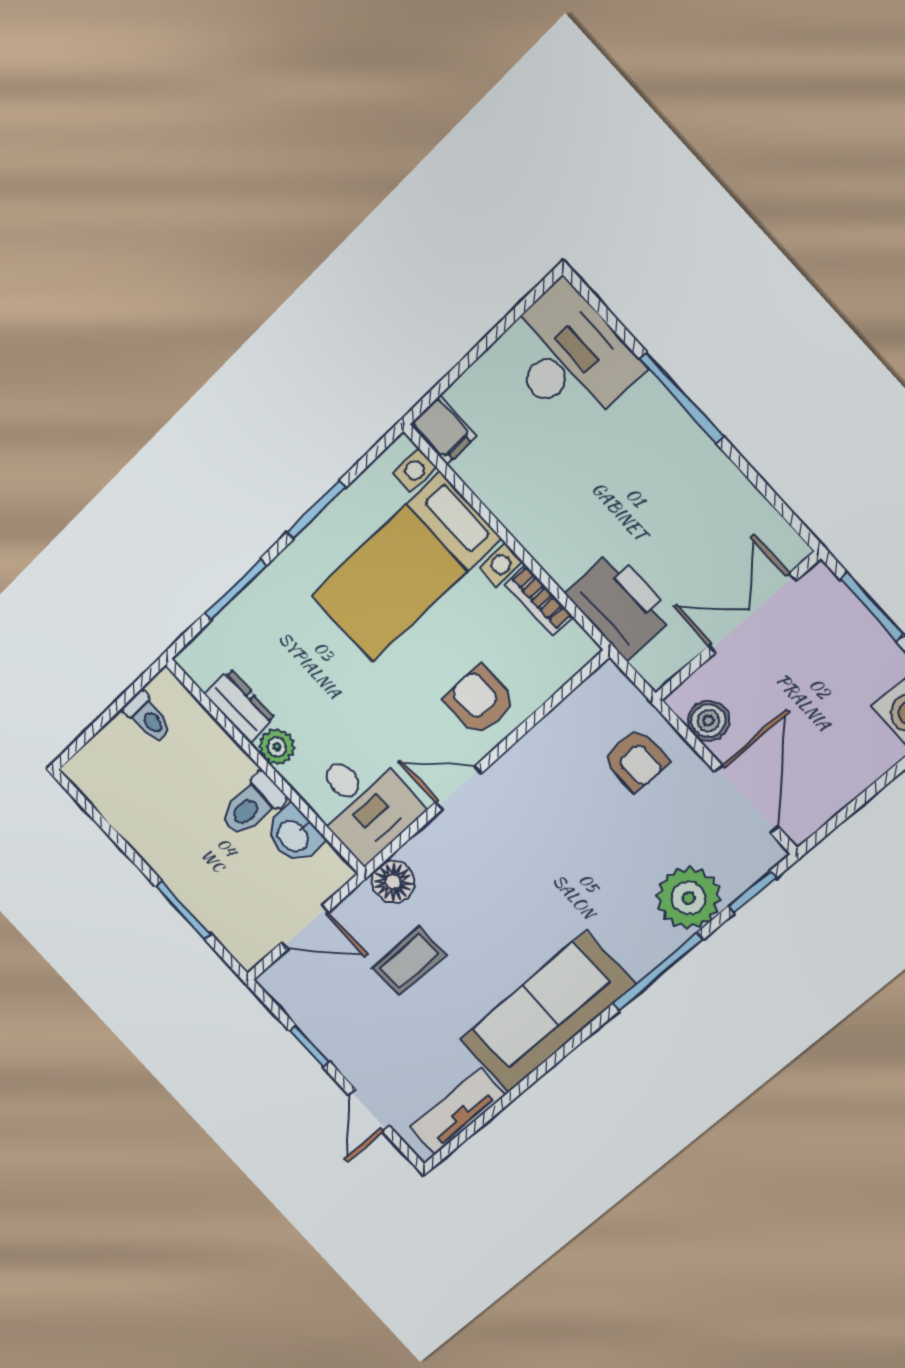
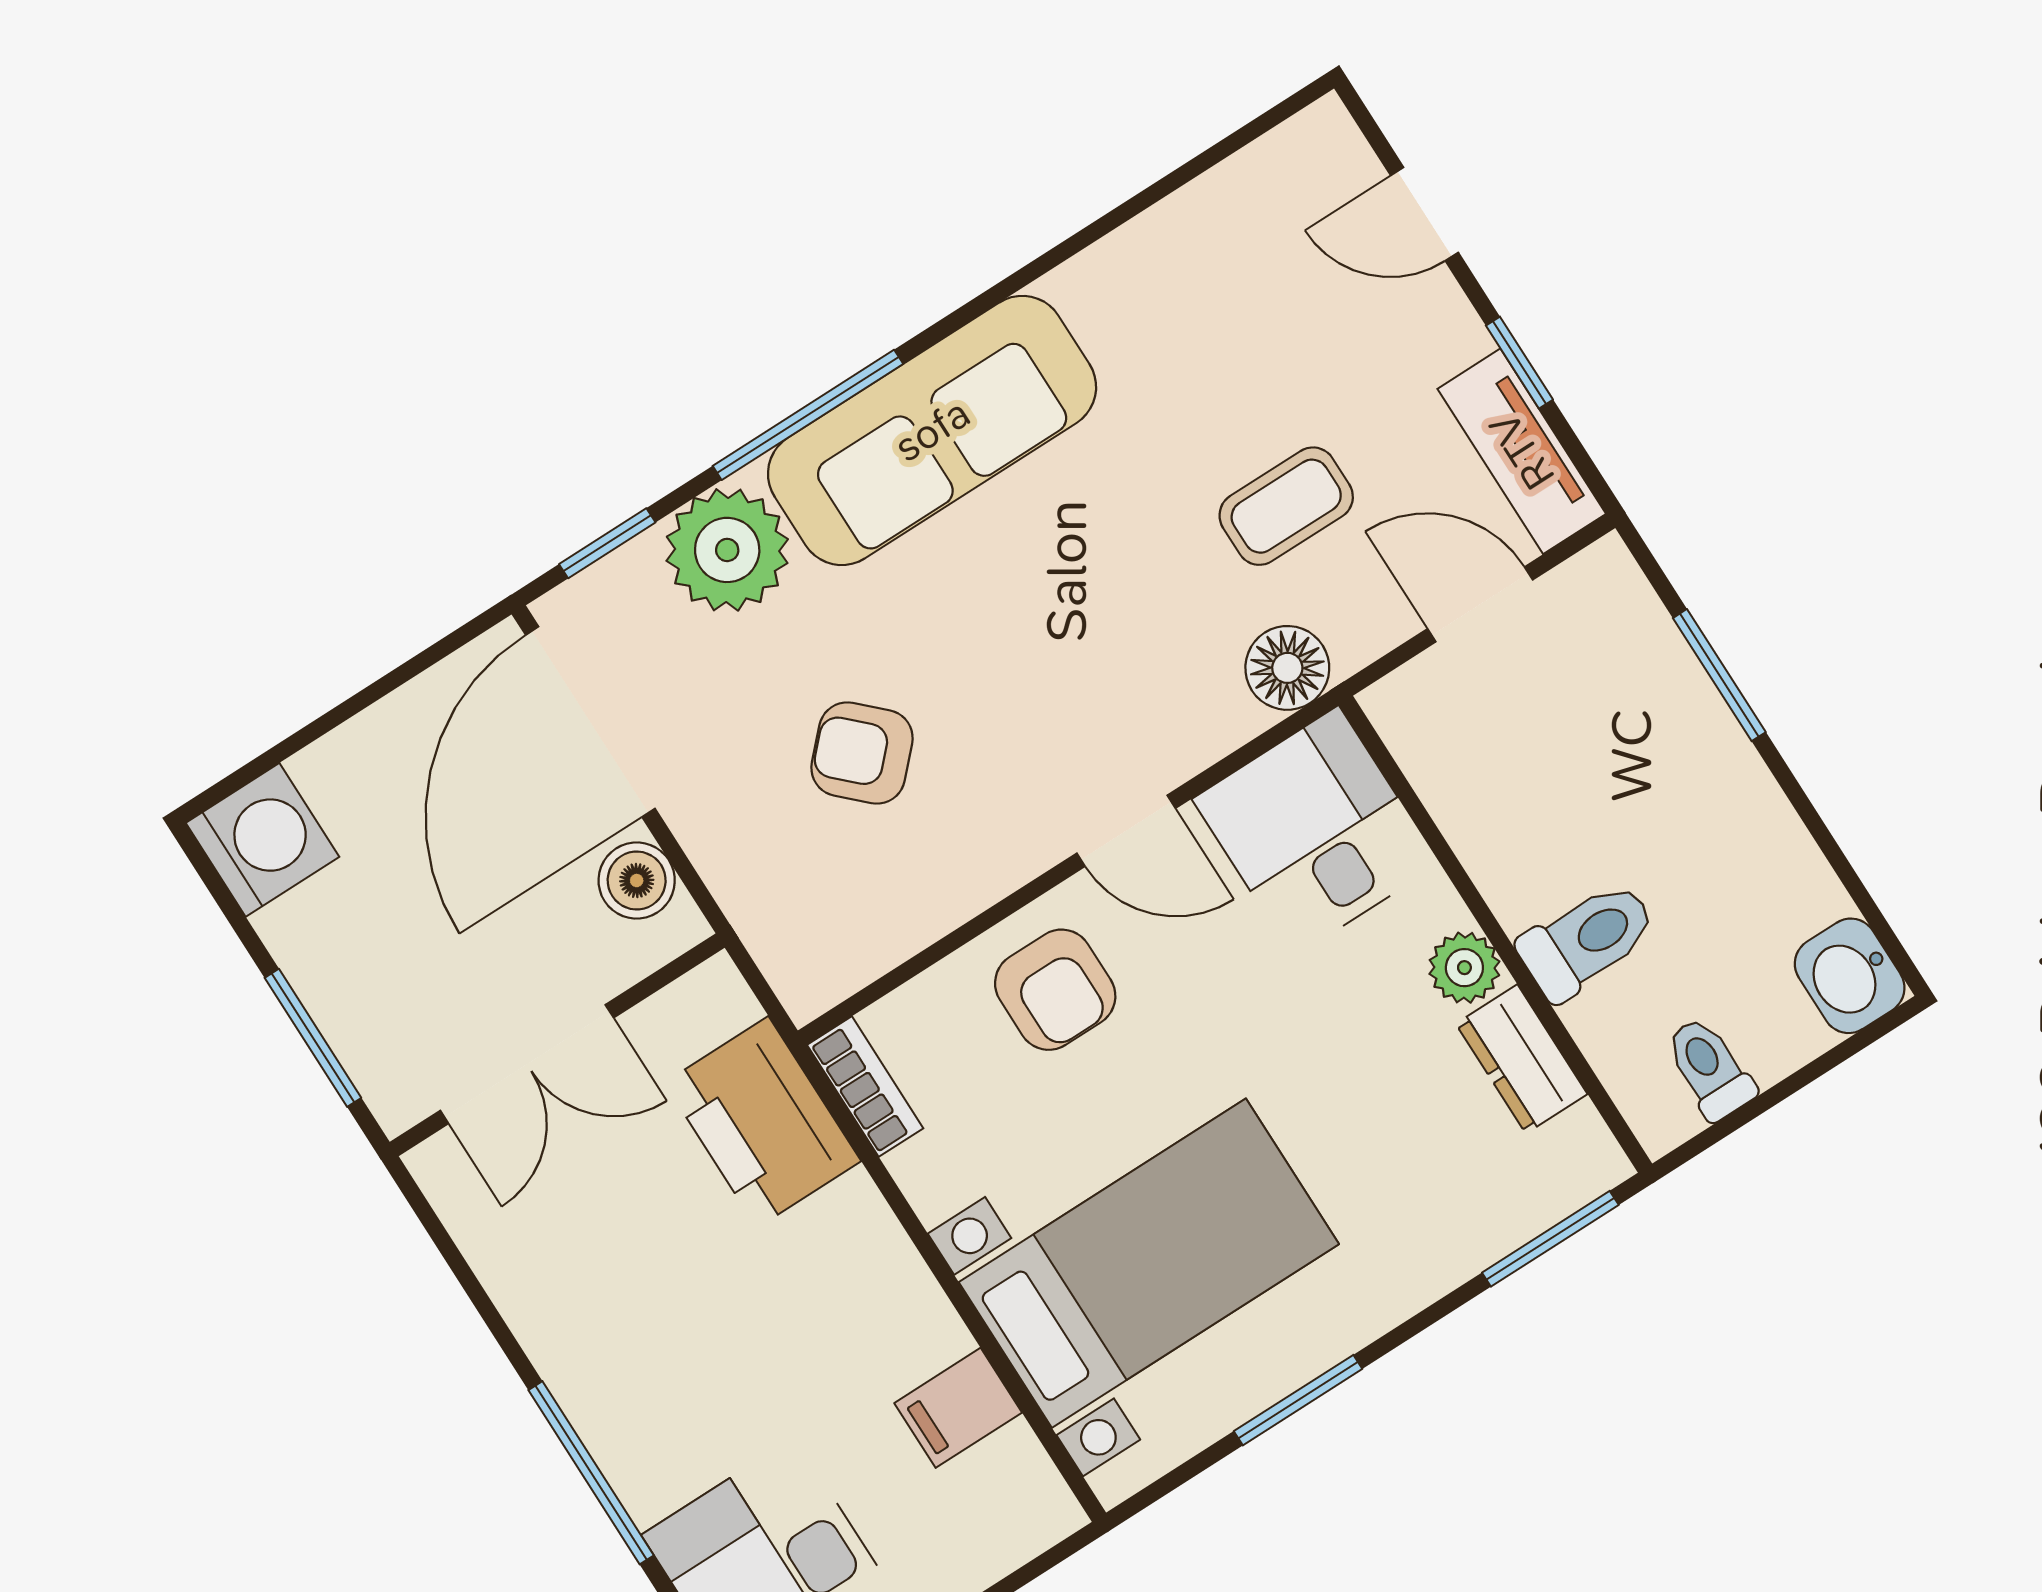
filing cabinet: (443, 430) -> (958, 1408), moved, turned -90
window: (236, 589) -> (1550, 1239), moved
bookcase: (539, 600) -> (865, 1087), moved
armchair: (636, 760) -> (862, 753), moved, turned -46
door: (746, 799) -> (590, 722), width x1.36
toilet: (252, 806) -> (1587, 940), moved
washbasin: (294, 835) -> (1850, 976), moved, turned 180
sofa: (547, 1012) -> (932, 430), moved
door: (369, 1110) -> (1424, 214), swing flipped
tv unit: (458, 1111) -> (1522, 451), moved, turned 90

